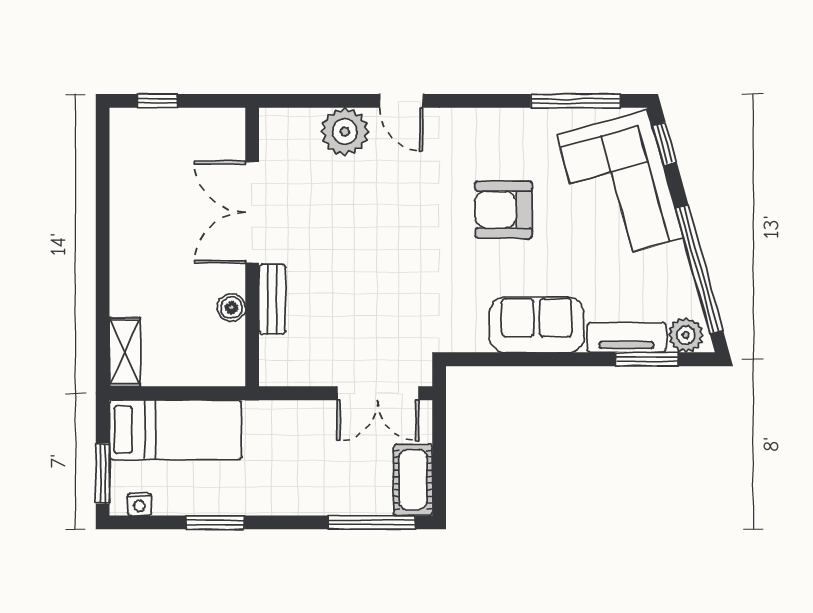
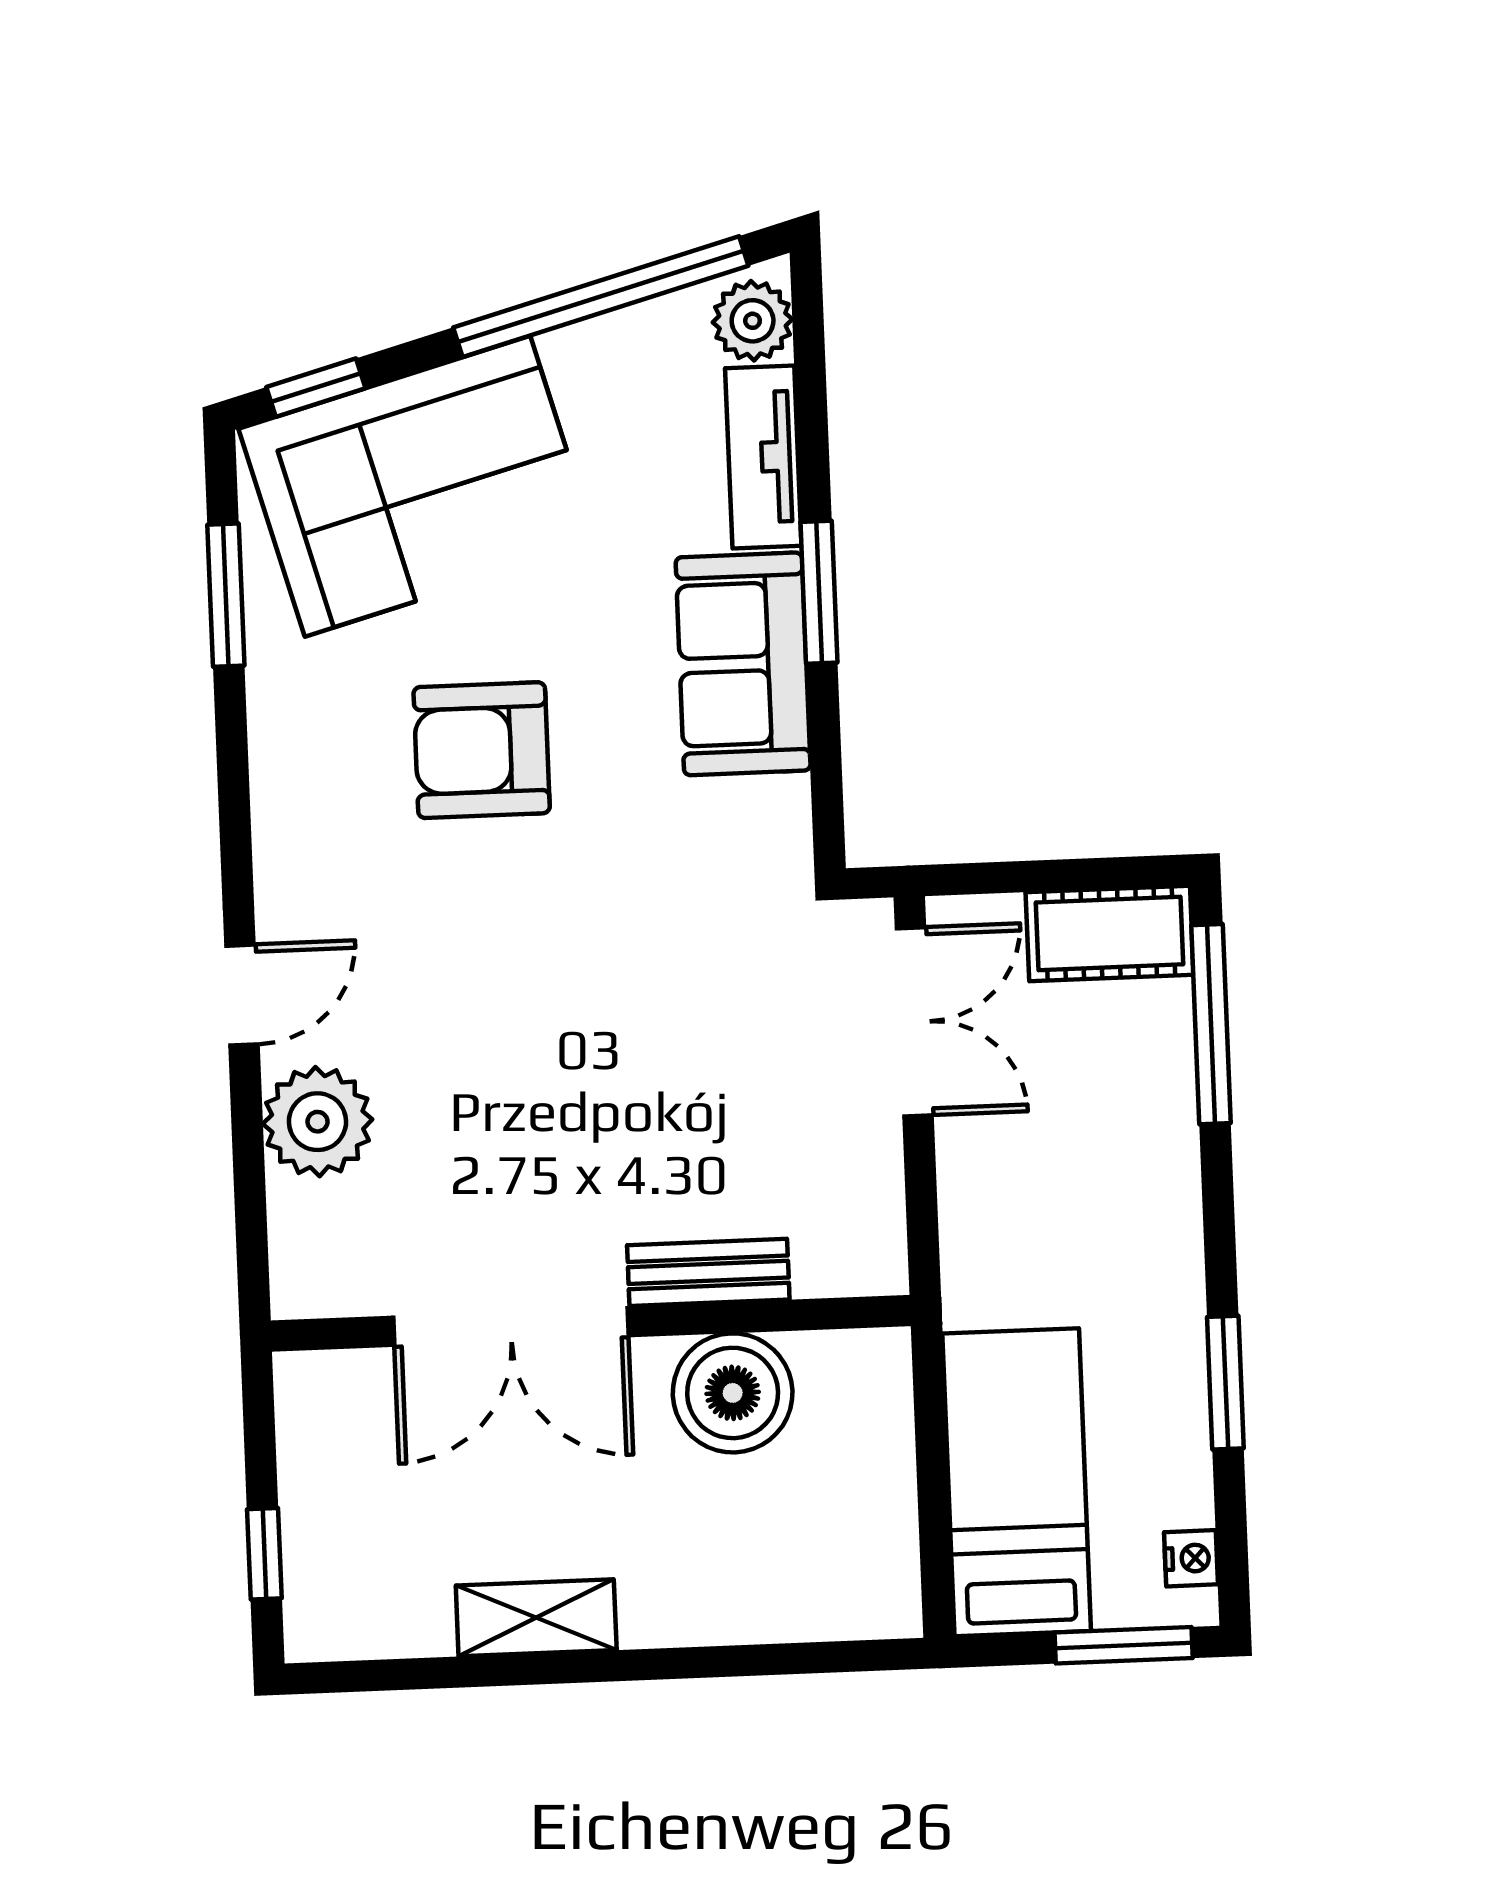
window: (576, 101) -> (226, 595), width x0.69
armchair: (504, 210) -> (482, 750), turned 90
boiler: (231, 308) -> (733, 1393), width x1.86, depth x1.86
shelving: (125, 352) -> (536, 1618), moved
window: (647, 359) -> (819, 592), moved

